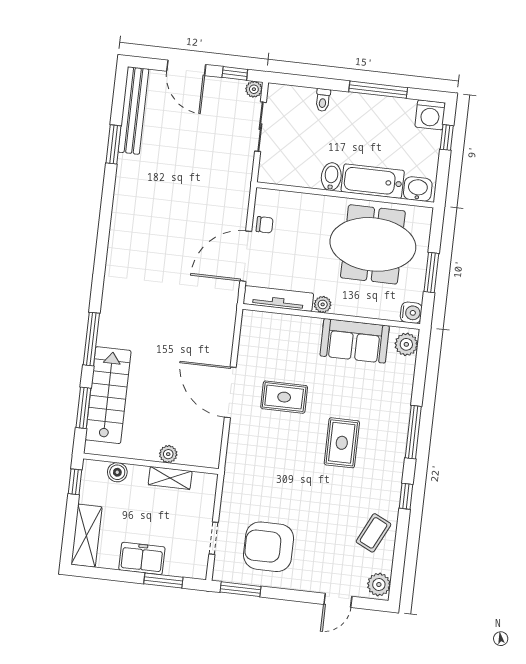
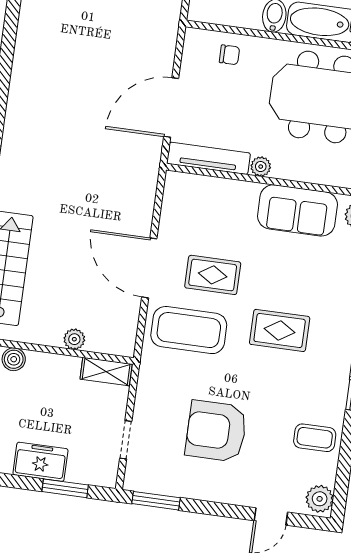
chair: (265, 225) -> (229, 55), moved
rug: (342, 443) -> (280, 330), turned 90
coffee table: (265, 444) -> (189, 330), added
shelving: (170, 478) -> (106, 372), moved
coffee table: (374, 533) -> (315, 438), turned 64
armchair: (269, 547) -> (216, 431), moved

